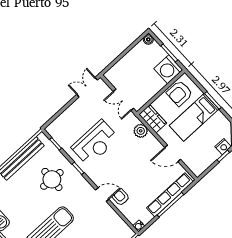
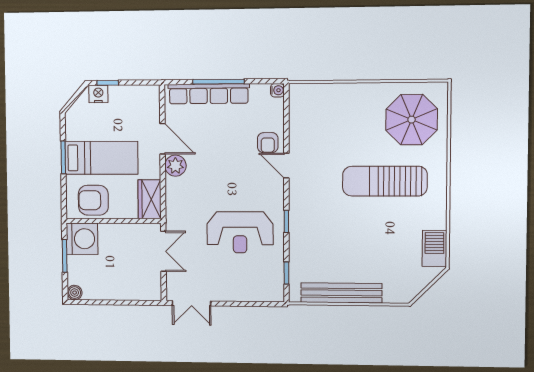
armchair: (180, 93) -> (93, 200), turned 180
plant: (141, 131) -> (175, 166), moved
reception desk: (95, 143) -> (240, 232), turned 180
round table: (52, 179) -> (328, 236), removed

